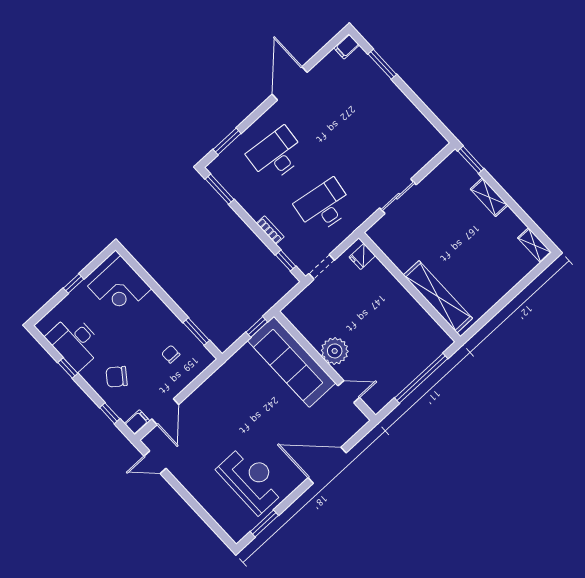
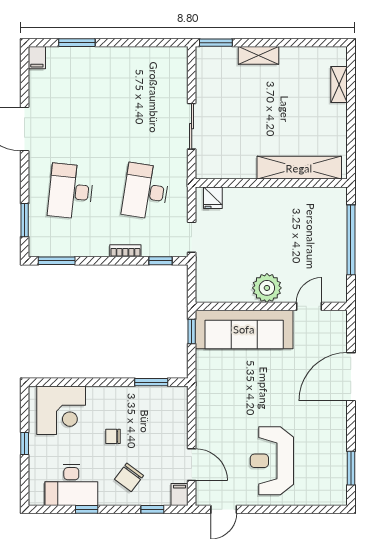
shelving: (535, 245) -> (339, 84), moved, turned 90
chair: (171, 354) -> (113, 436), moved
reception desk: (251, 479) -> (272, 461), moved, turned -90

